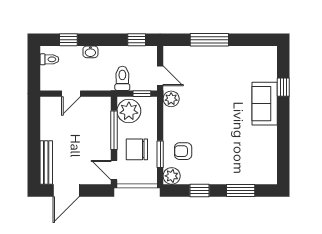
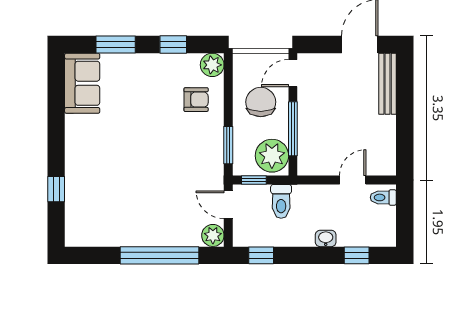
window: (209, 40) -> (159, 255), width x1.46
toilet: (49, 59) -> (383, 197), moved
plant: (171, 99) -> (213, 235), moved
sofa: (265, 104) -> (82, 83), moved
chair: (137, 149) -> (261, 102), turned -90
window: (160, 154) -> (228, 145), moved
door: (114, 170) -> (293, 73), swing flipped

